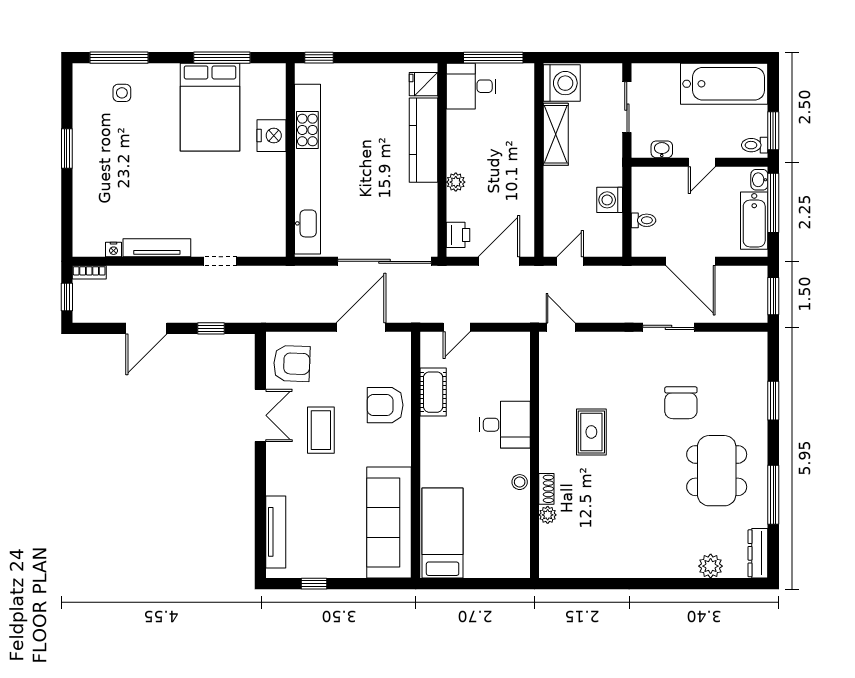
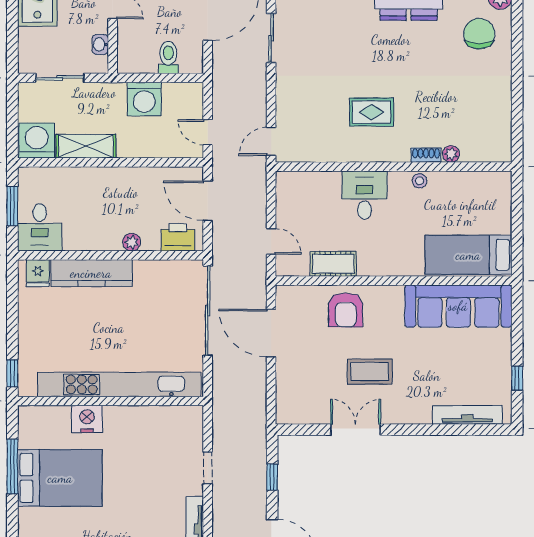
window: (493, 58) -> (12, 206), width x0.69
washing machine: (610, 200) -> (144, 99), width x1.37, depth x1.37
toilet: (643, 220) -> (168, 57), width x1.37, depth x1.39
printer: (458, 235) -> (178, 237), width x1.36, depth x1.24
armchair: (292, 364) -> (306, 400), removed
chair: (681, 403) -> (479, 34), moved, turned -90

